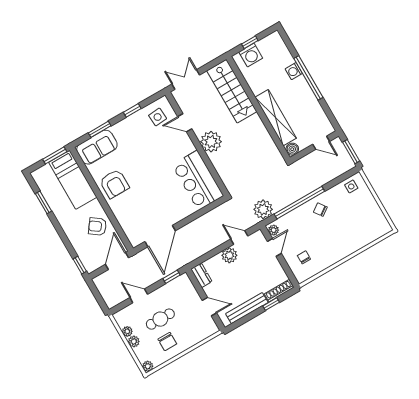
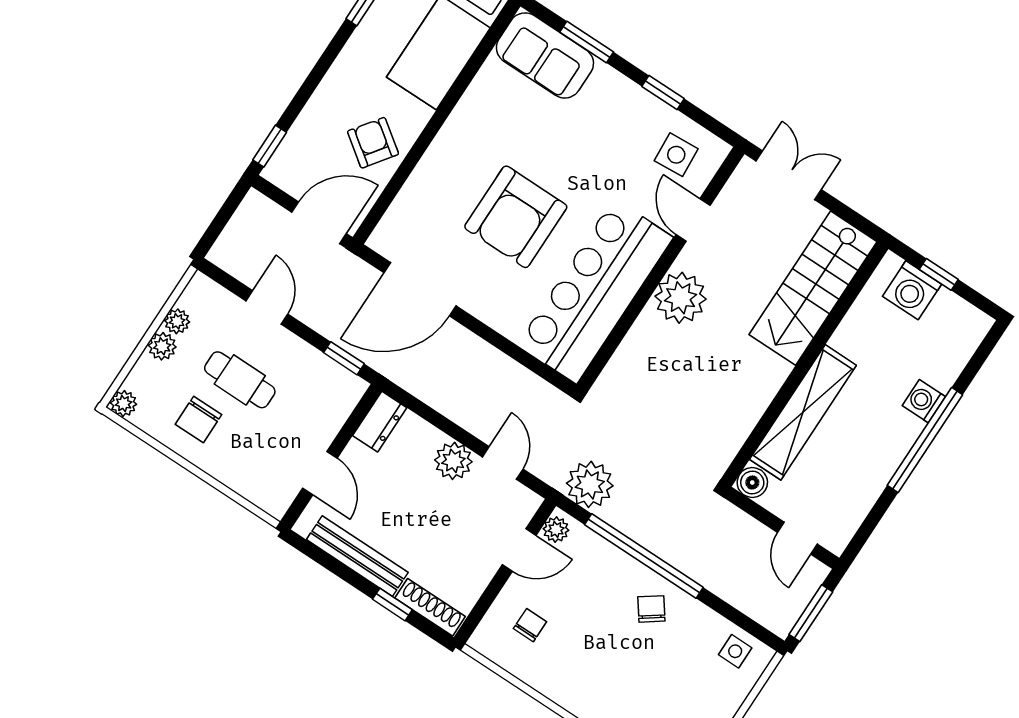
bar counter: (198, 180) -> (595, 291), width x1.36
armchair: (114, 184) -> (516, 217), moved, width x1.36, depth x1.36

